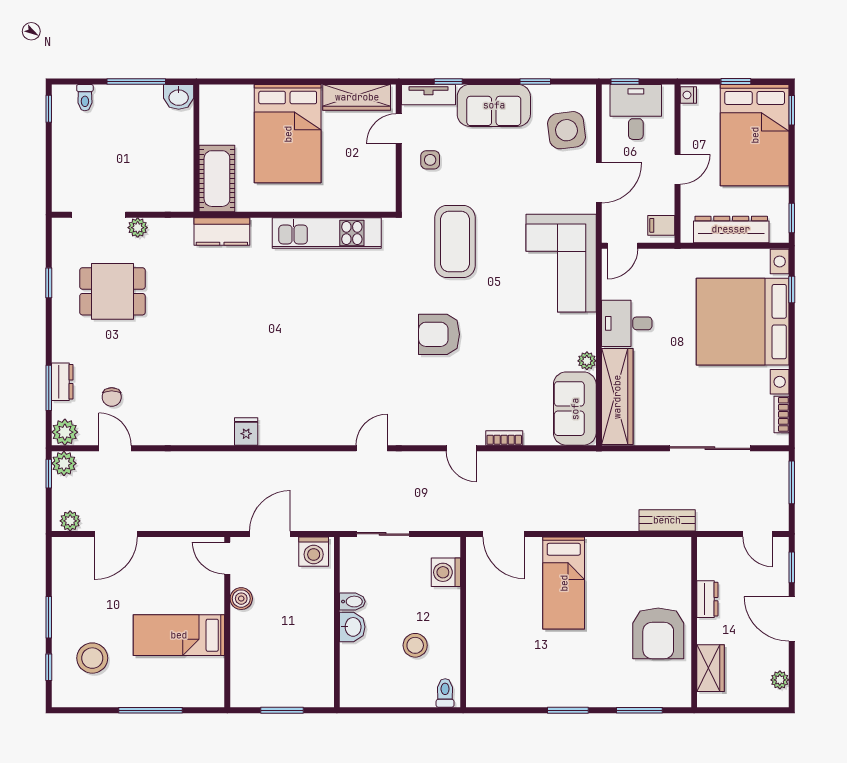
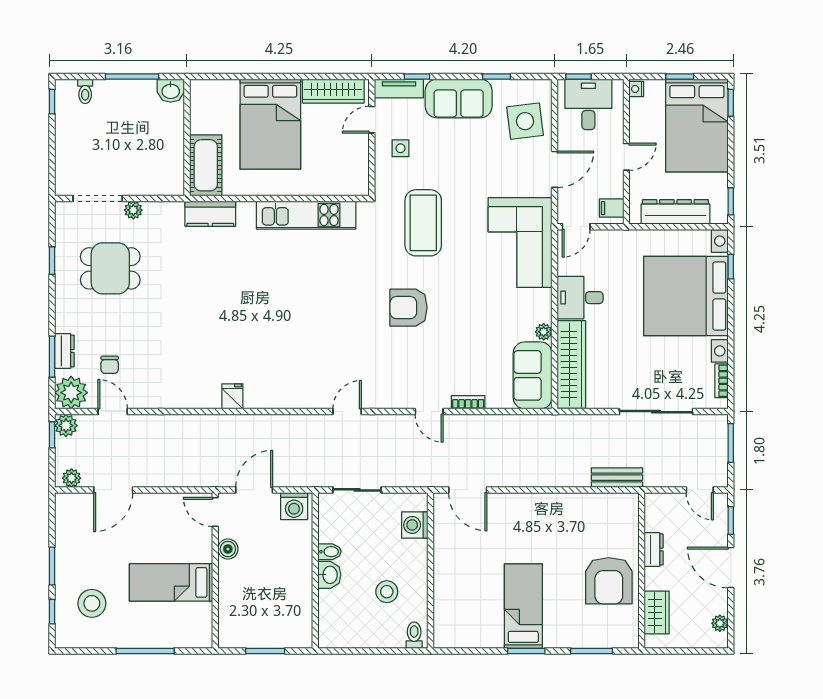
plant: (65, 432) -> (71, 393), width x1.36, depth x1.36
bed: (564, 583) -> (523, 606), moved, turned 180

